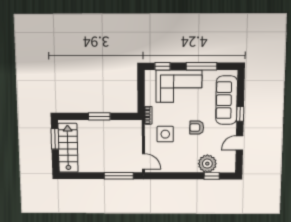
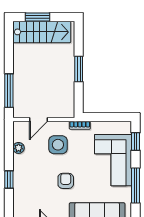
window: (55, 139) -> (38, 17), moved
door: (143, 161) -> (38, 120), moved
plant: (207, 164) -> (19, 148), moved, width x0.53, depth x0.53
window: (212, 176) -> (9, 179), moved

